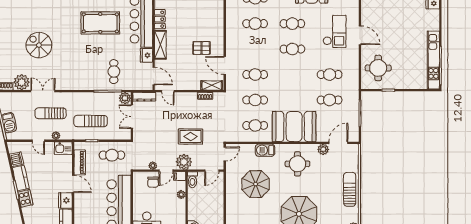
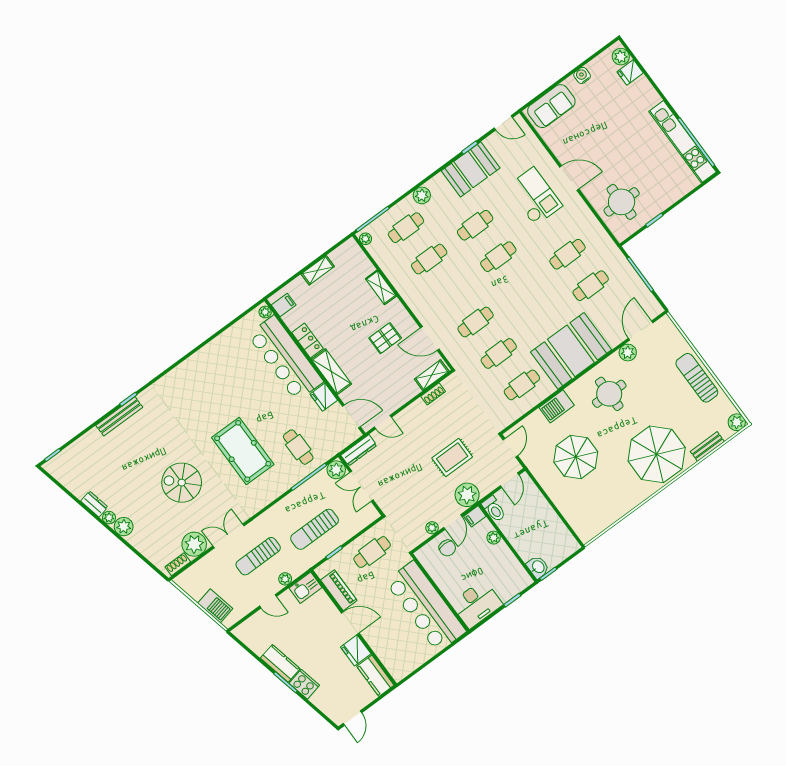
shelving: (219, 20) -> (381, 287), added
pool table: (100, 23) -> (243, 451), moved, turned 90
dishwasher: (17, 159) -> (258, 644), removed

